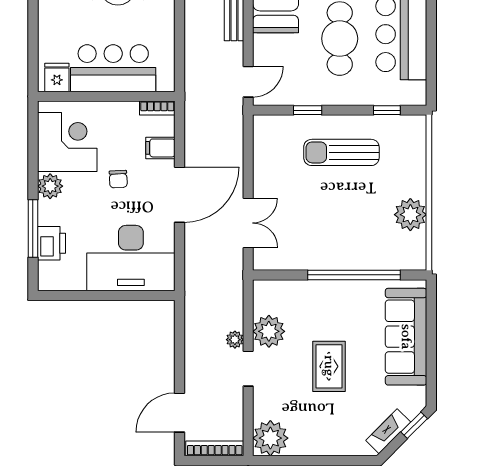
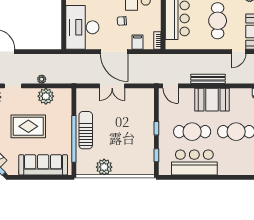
window: (308, 110) -> (156, 128), moved
sun lounger: (341, 152) -> (86, 130), moved
double door: (248, 223) -> (112, 86), moved
rug: (329, 366) -> (28, 126), width x1.36, depth x1.43
doorway: (248, 369) -> (13, 86), moved

